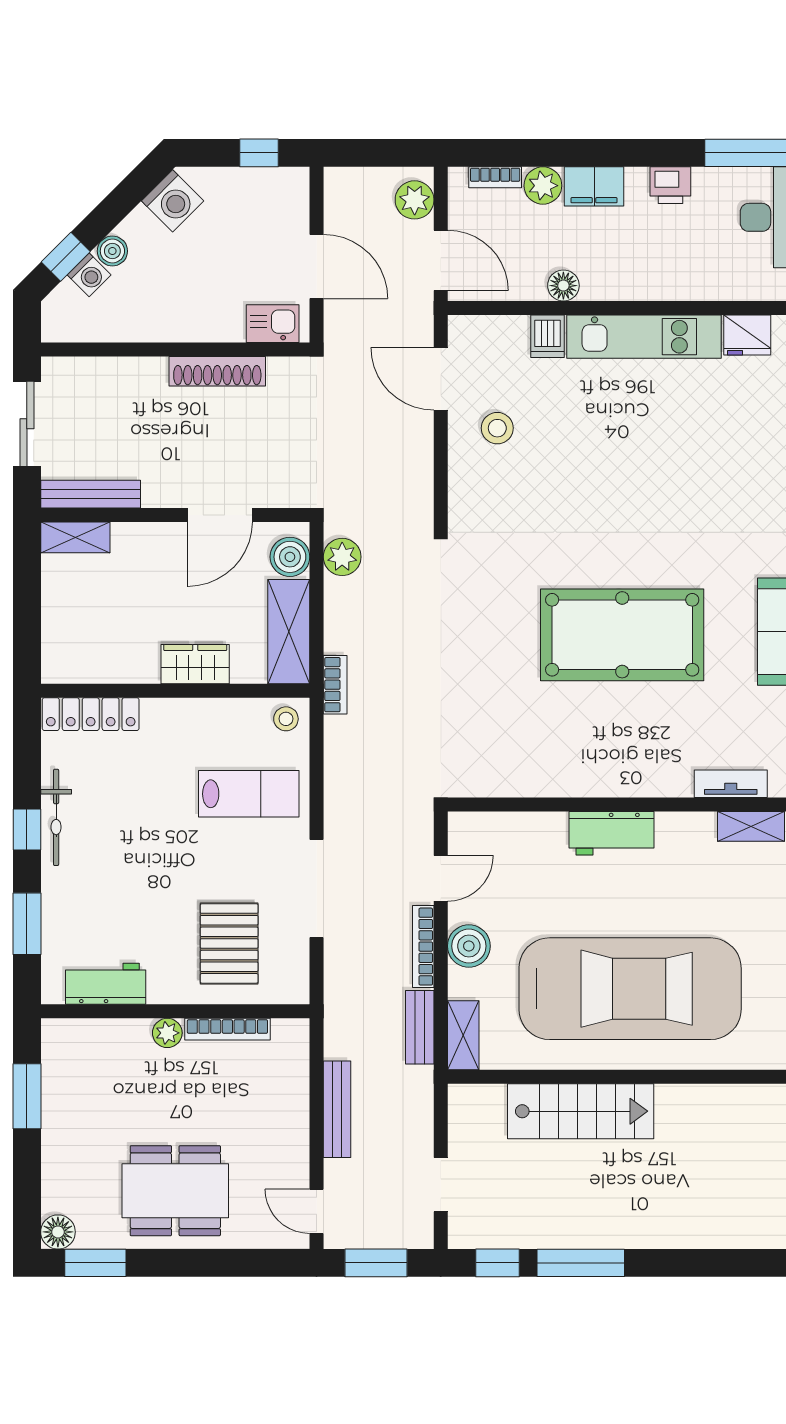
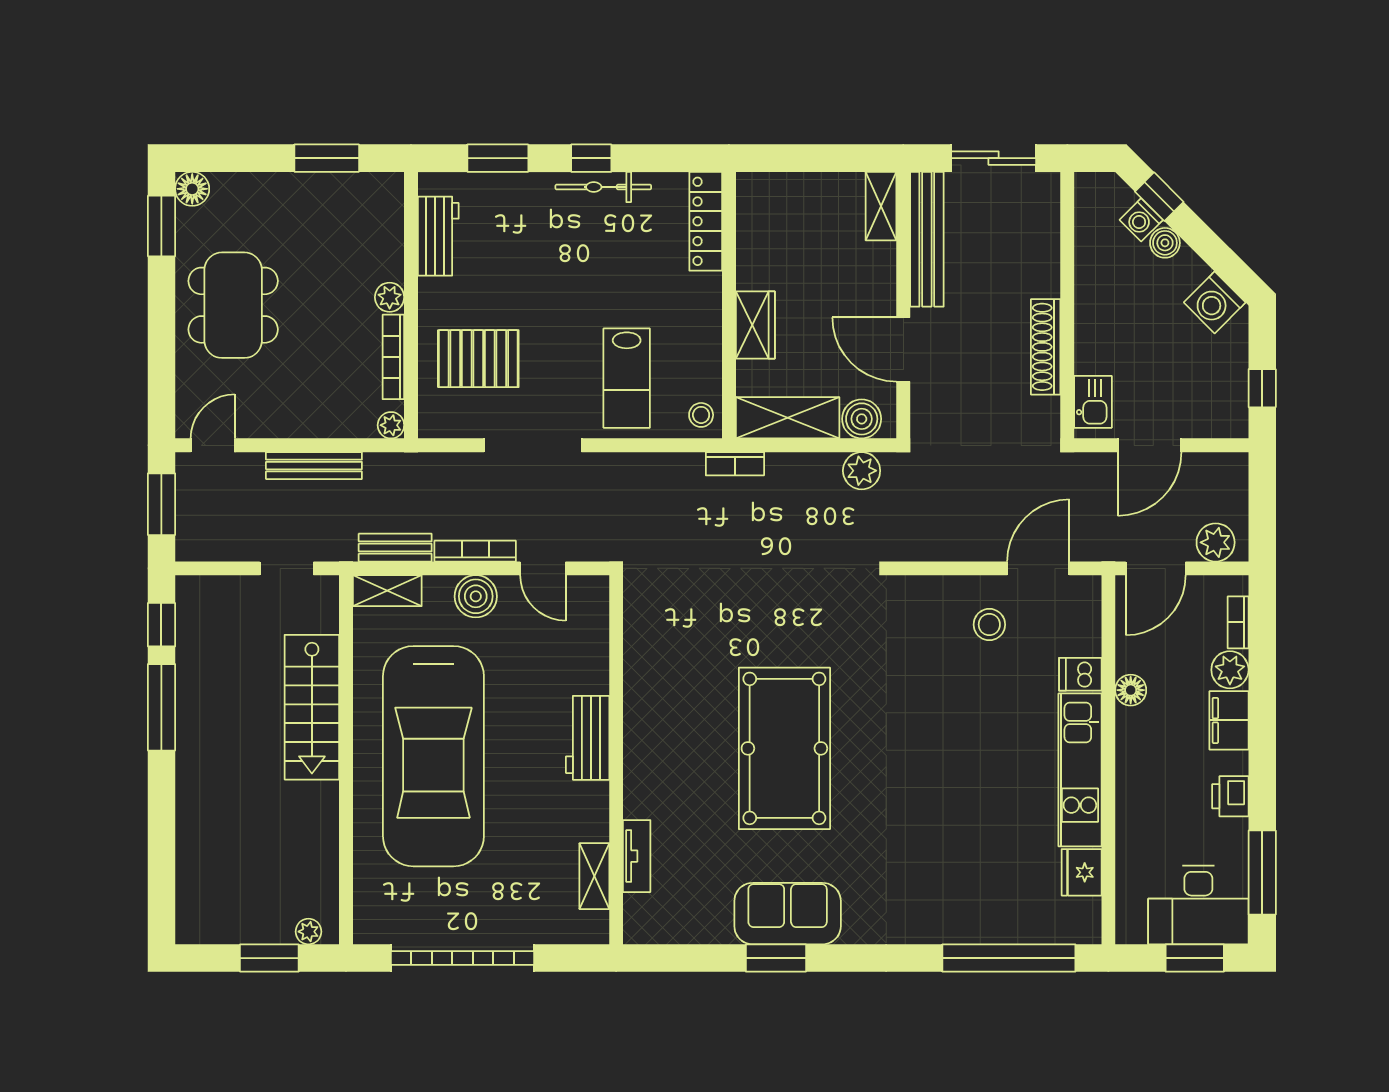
bench: (91, 494) -> (927, 239), width x1.37, depth x1.21
plant: (296, 1032) -> (391, 425), added
doorway: (441, 1185) -> (287, 568), moved

